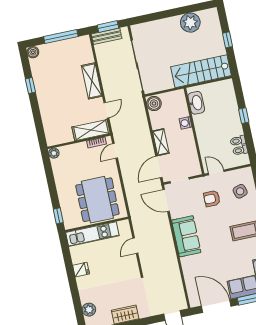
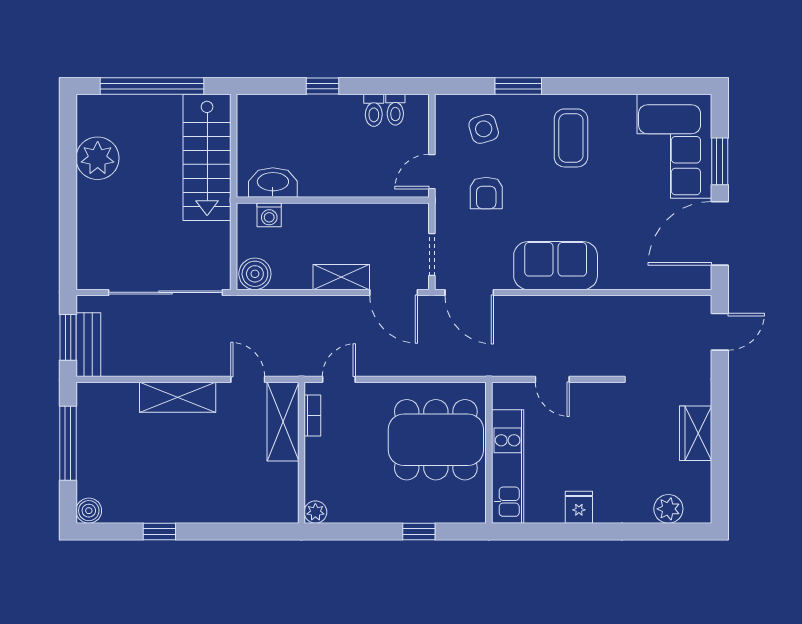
window: (228, 40) -> (152, 86), width x3.17
washing machine: (185, 123) -> (269, 215), moved
door: (115, 151) -> (339, 379), swing flipped
door: (166, 200) -> (469, 292), hinge flipped
window: (58, 216) -> (419, 531), moved

